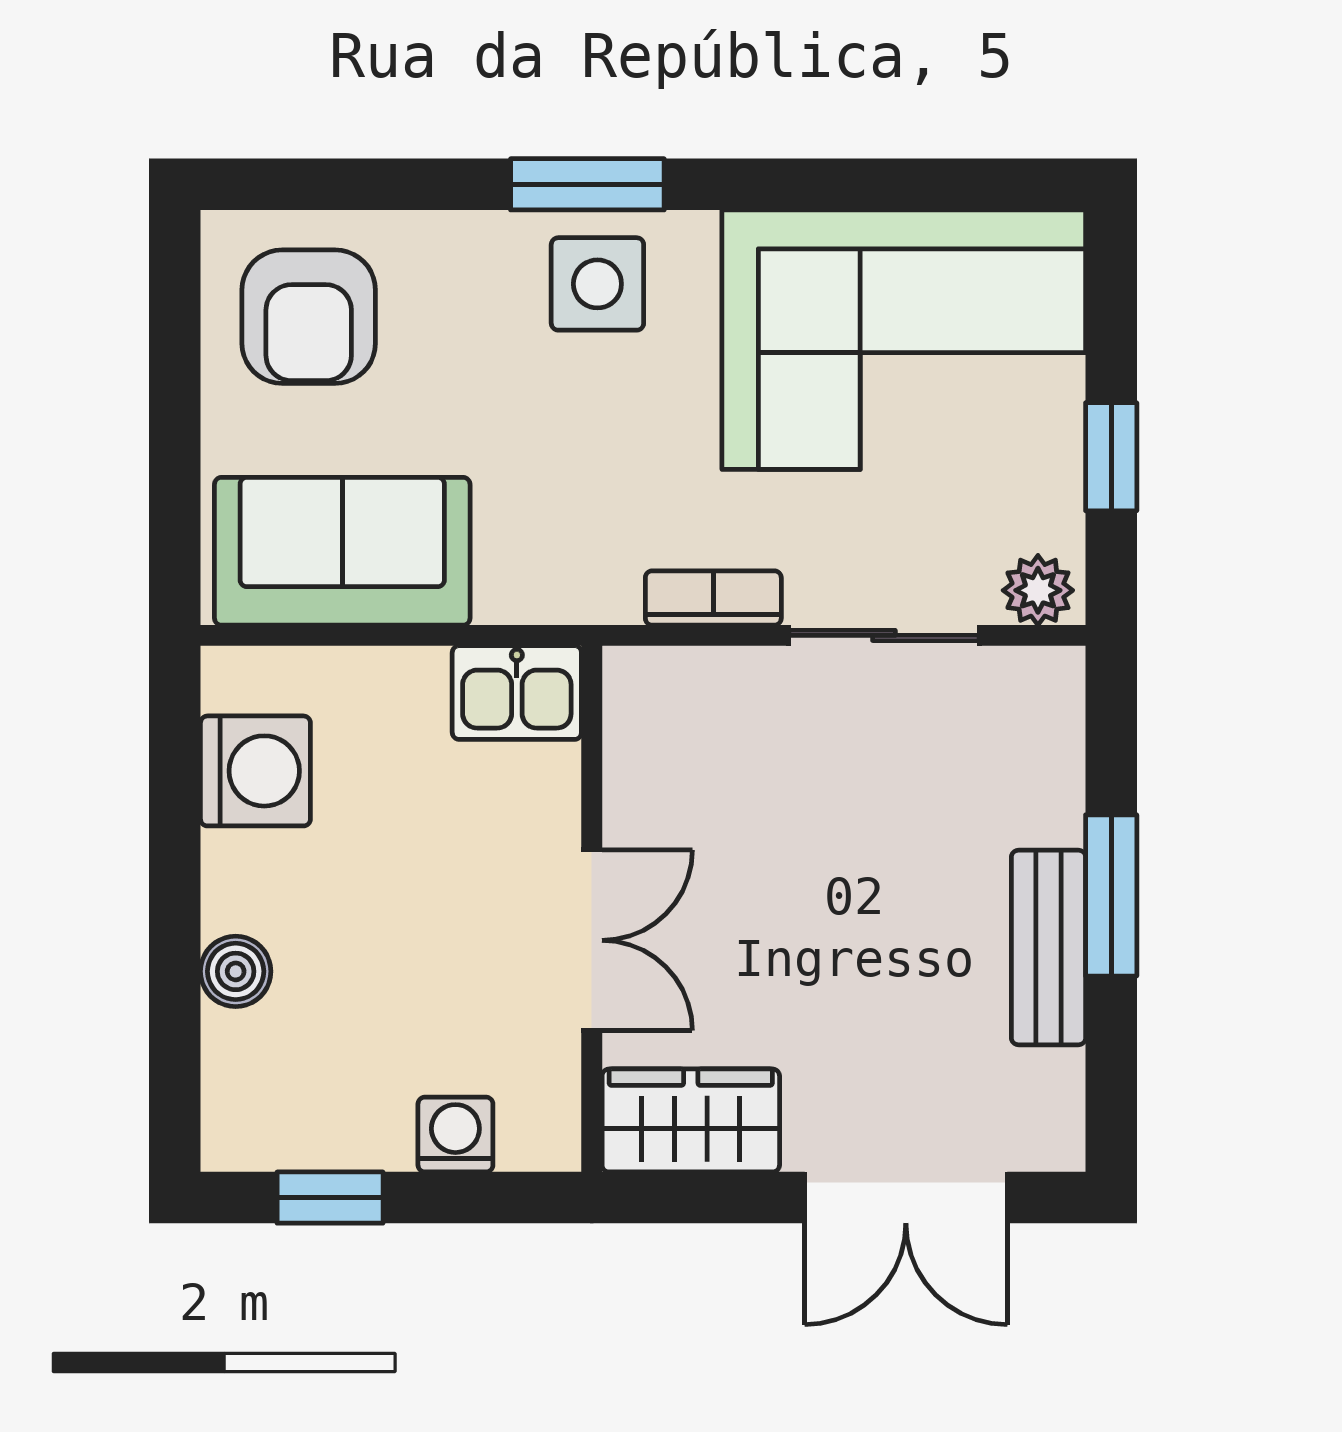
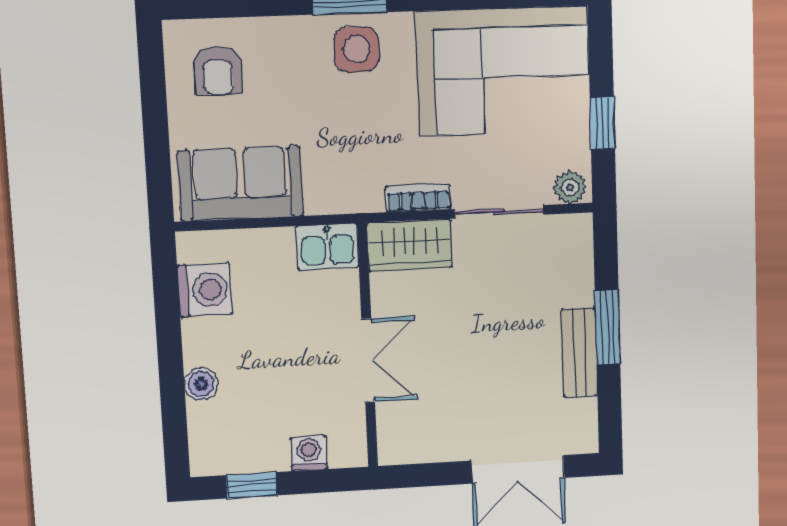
armchair: (309, 317) -> (218, 71), width x0.72, depth x0.72
wardrobe: (691, 1120) -> (410, 245), moved, turned 180

